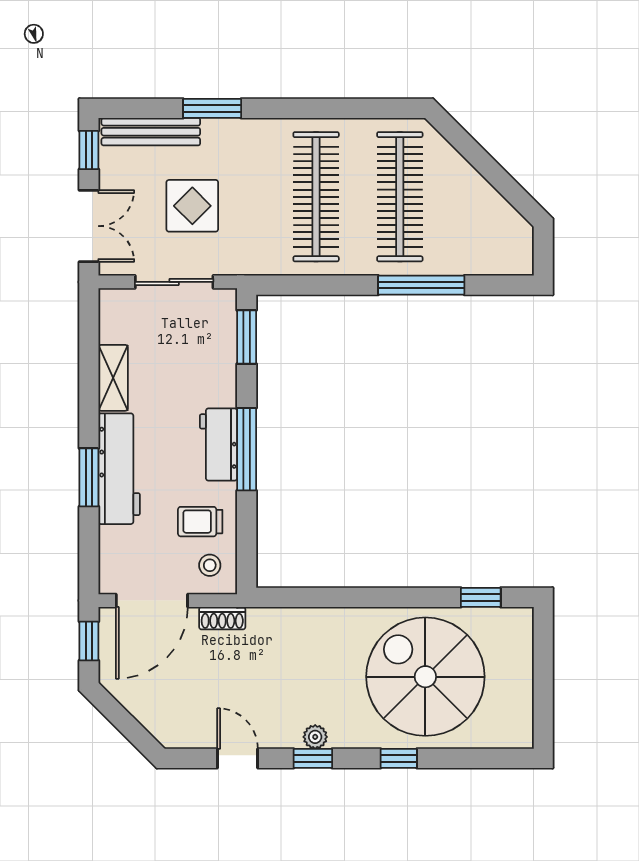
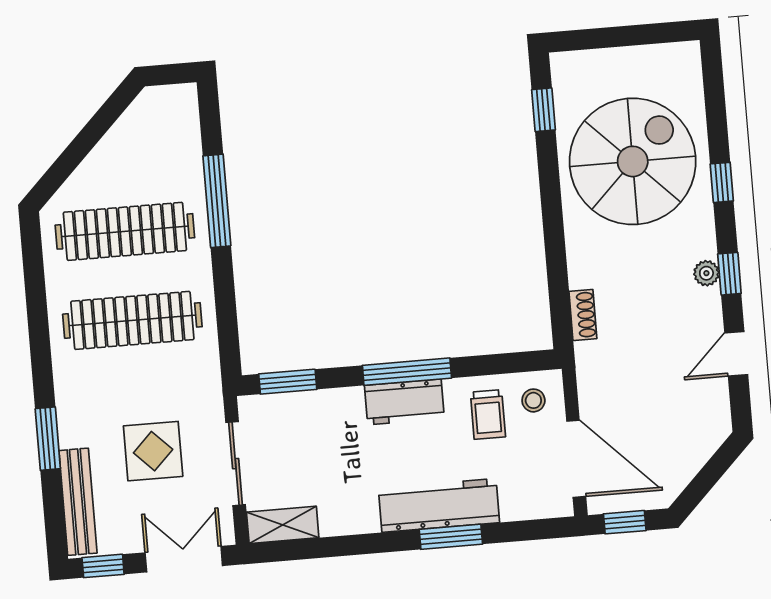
shelving: (113, 378) -> (283, 525), moved
shoe rack: (222, 618) -> (583, 315), moved
spiral stairs: (425, 677) -> (633, 161), turned 180

